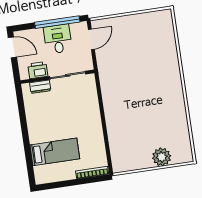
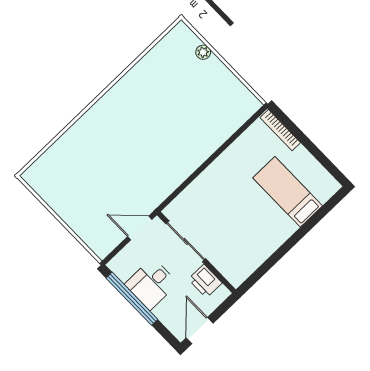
door: (91, 39) -> (140, 228), moved
dresser: (40, 87) -> (223, 264), removed
plant: (162, 157) -> (203, 52), width x0.53, depth x0.53

